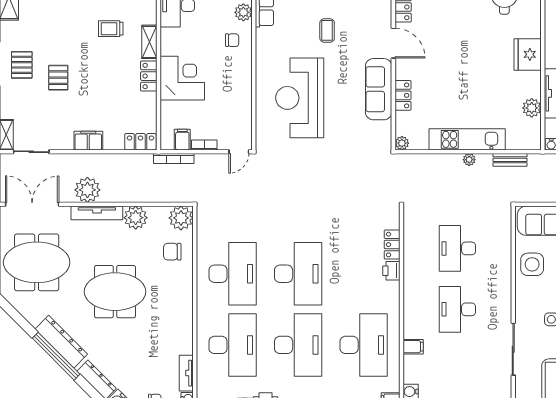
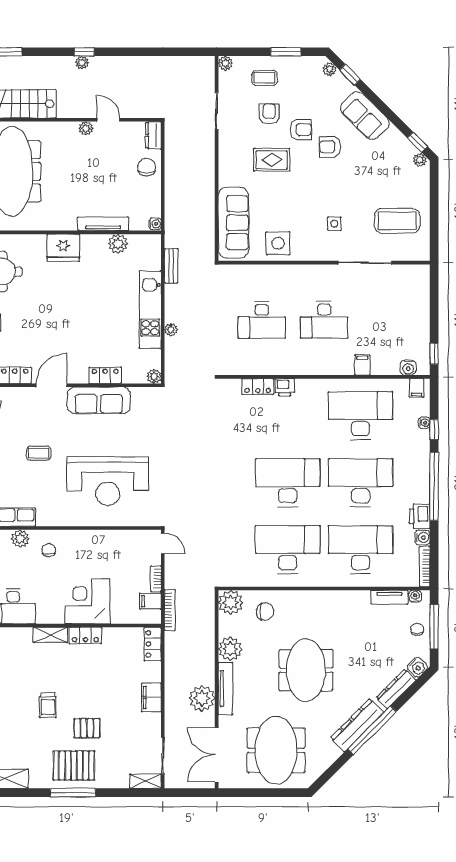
trolley: (111, 29) -> (48, 705), moved
pallet: (22, 65) -> (74, 766), width x1.50, depth x1.42
plant: (469, 160) -> (171, 330), moved
chair: (172, 252) -> (265, 612), turned -90

